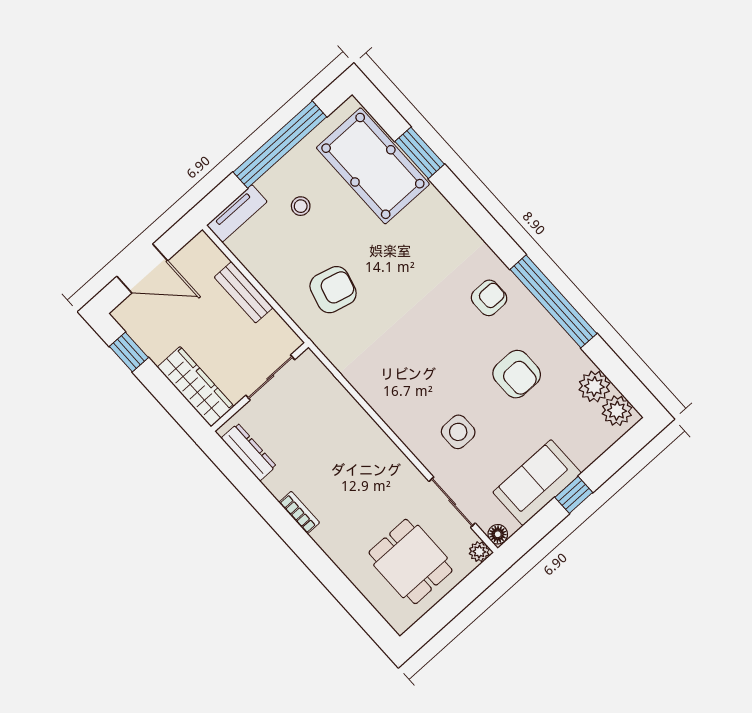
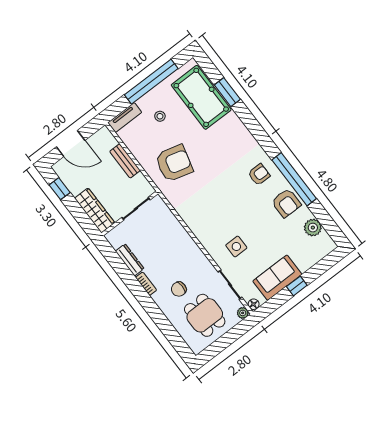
armchair: (333, 290) -> (174, 163), width x1.36, depth x1.36
armchair: (517, 374) -> (286, 203), moved
plant: (617, 411) -> (324, 242), removed
dresser: (249, 452) -> (130, 260), moved
chair: (360, 518) -> (179, 289), added

